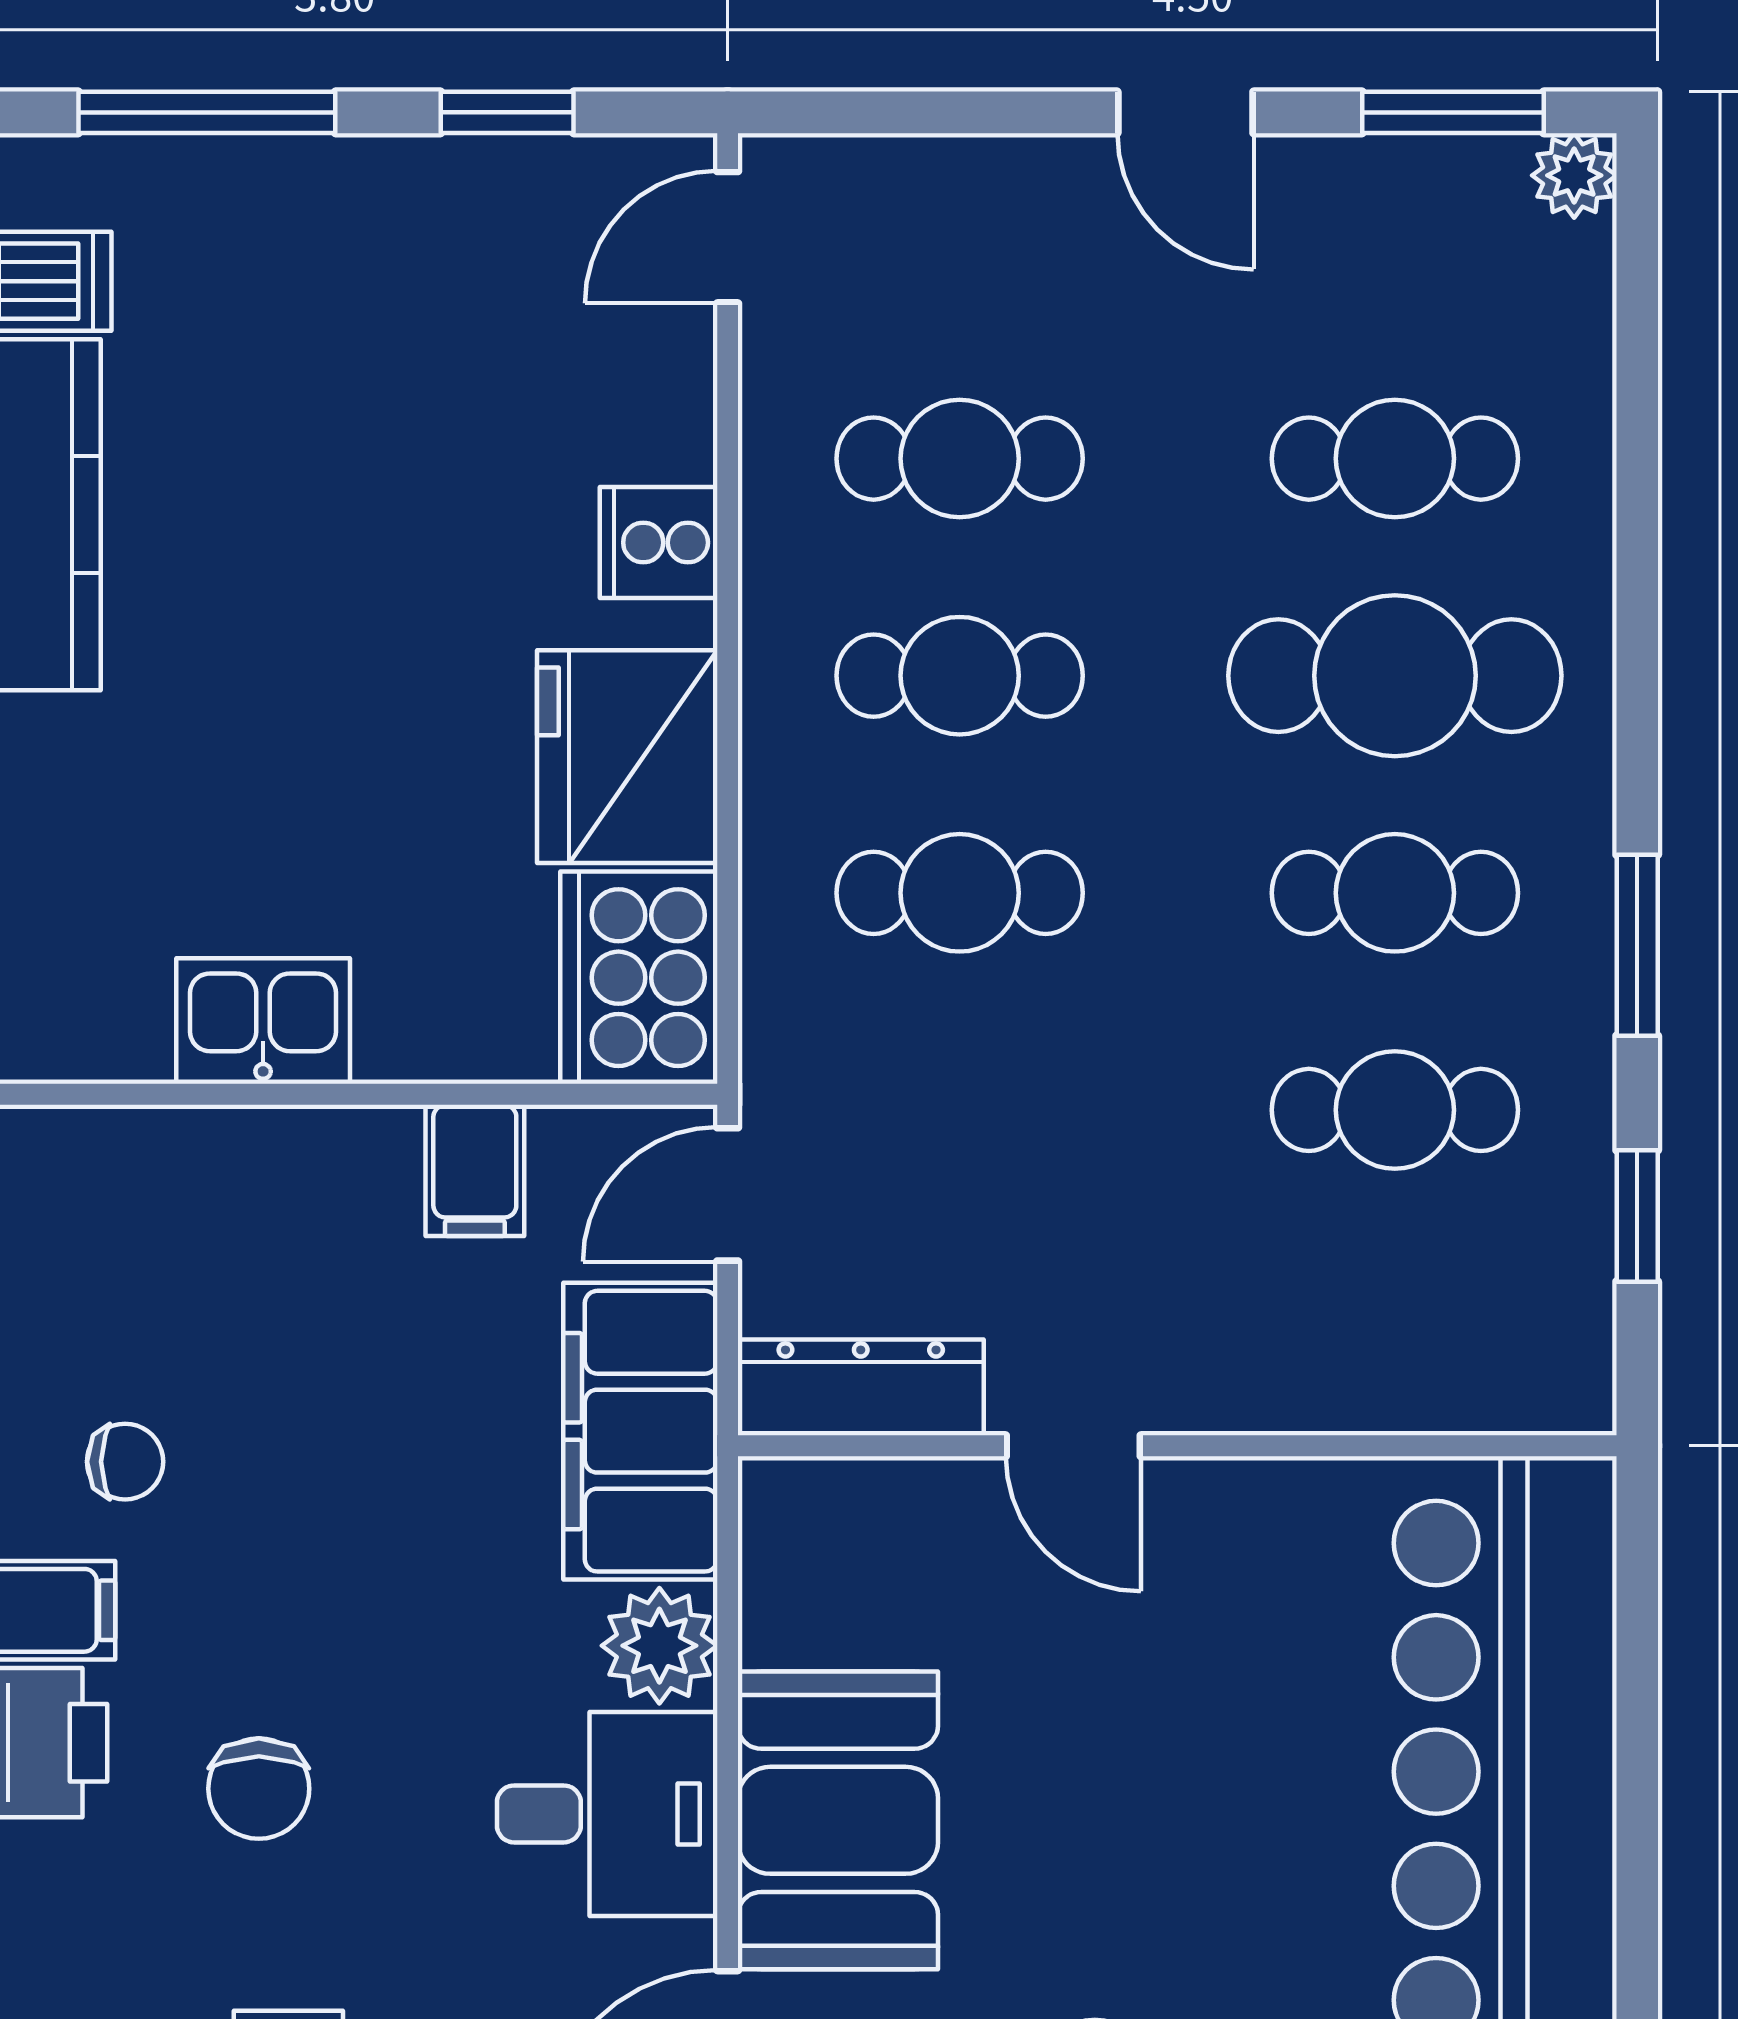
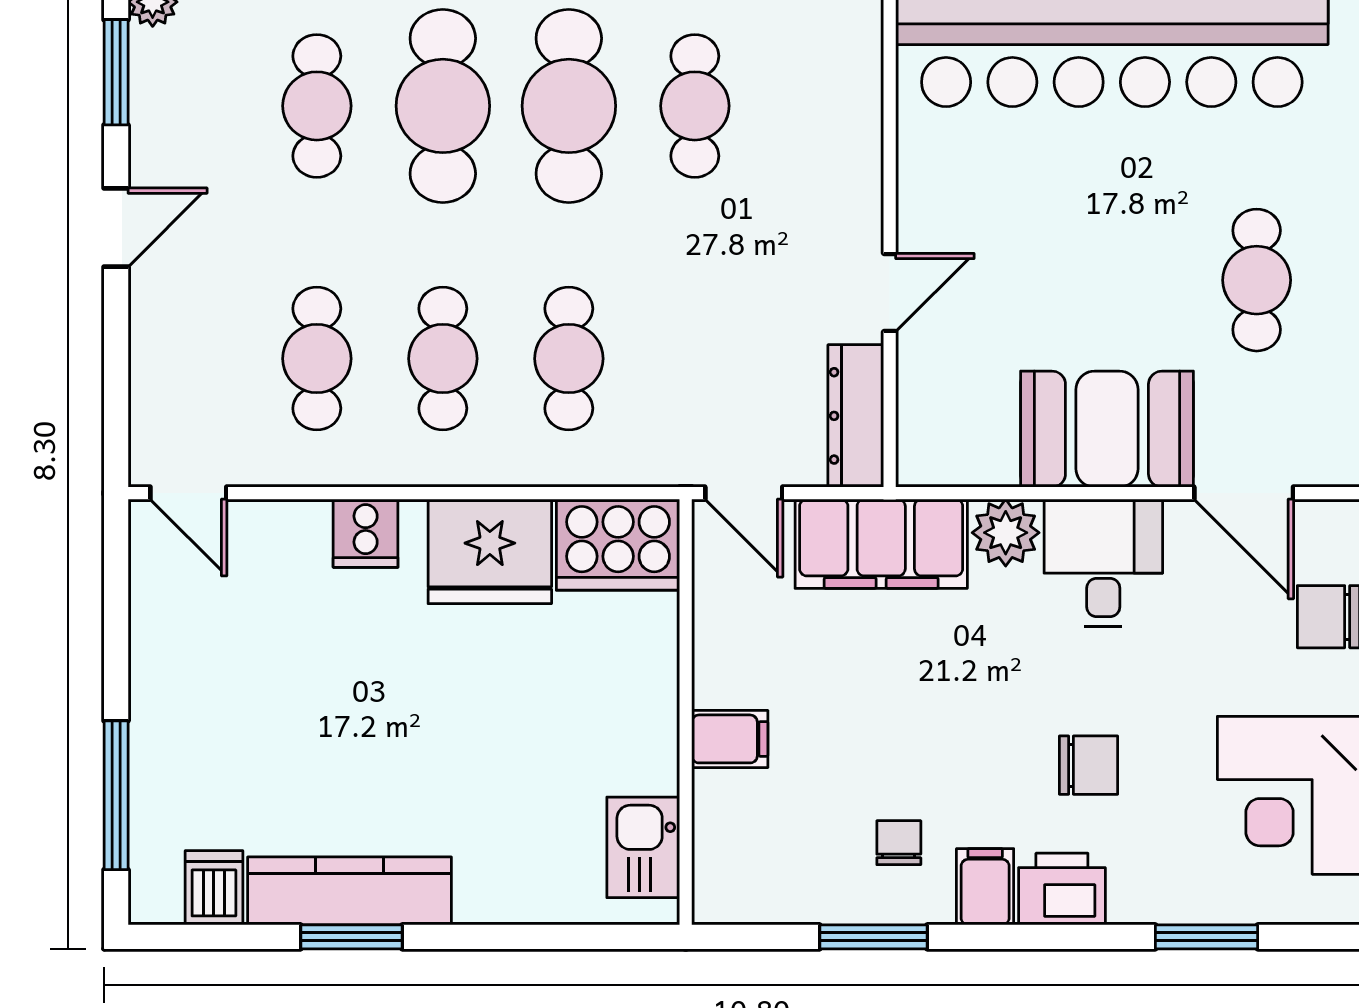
window: (507, 112) -> (116, 621), removed
cafe table: (1395, 893) -> (569, 106), width x1.37, depth x1.35
kitchen sink: (263, 1021) -> (643, 847), moved
filing cabinet: (475, 1170) -> (730, 739), moved

